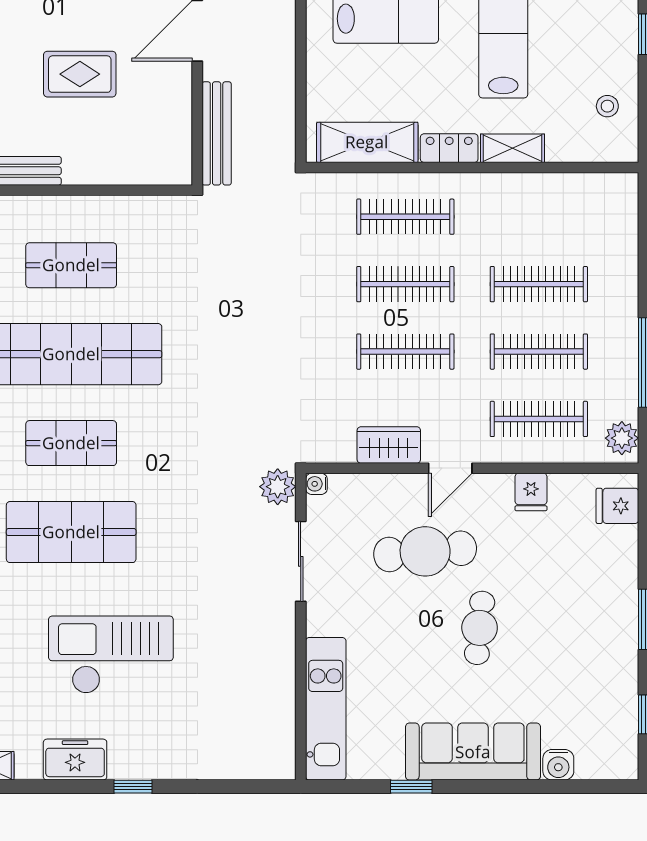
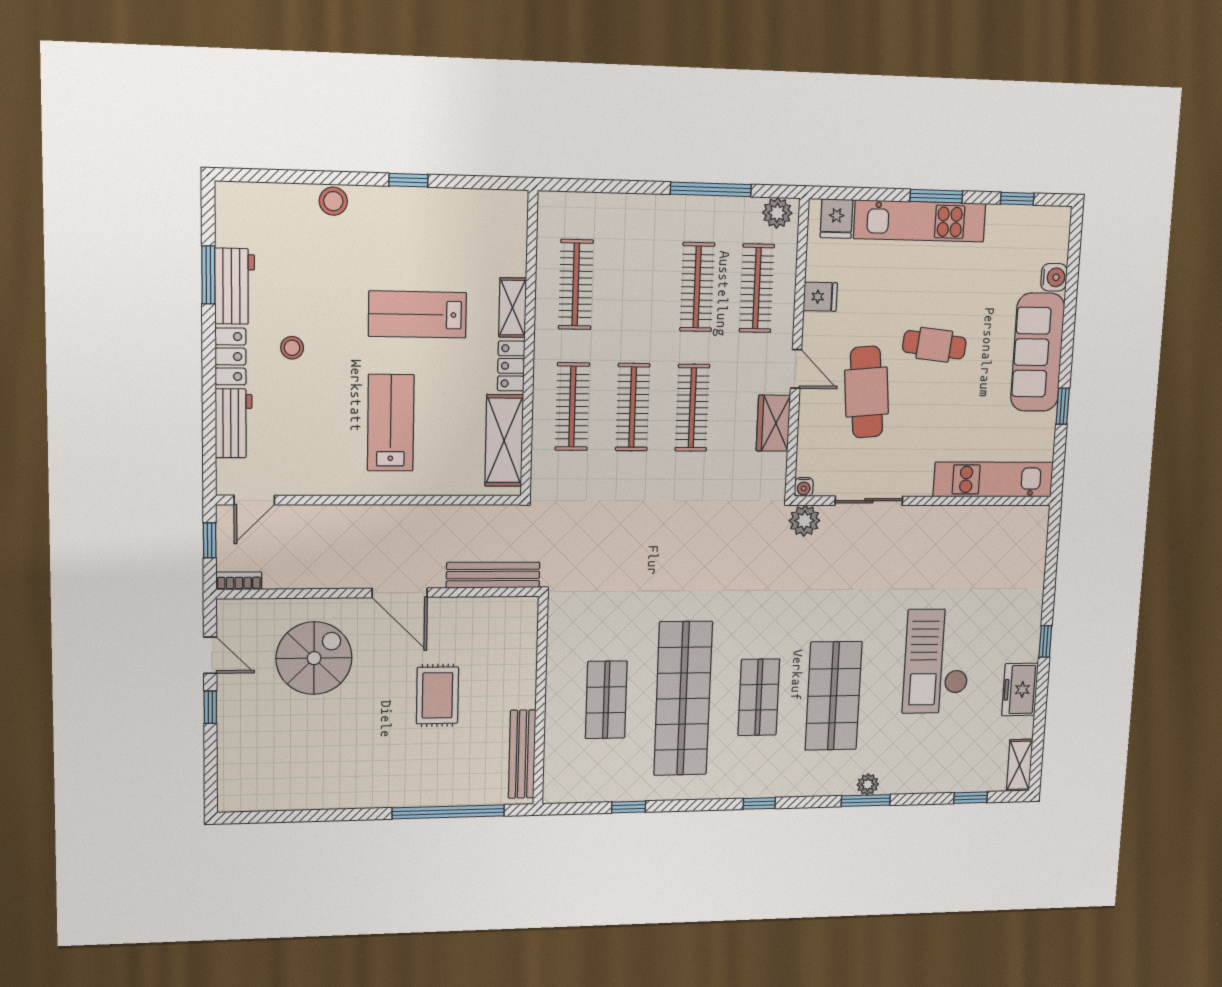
stool: (607, 106) -> (475, 218), removed
clothes rail: (539, 284) -> (576, 284), moved
kitchen unit: (617, 602) -> (920, 221), added

